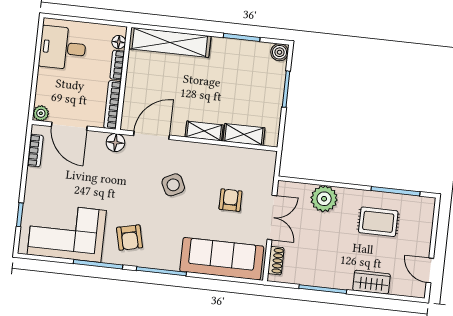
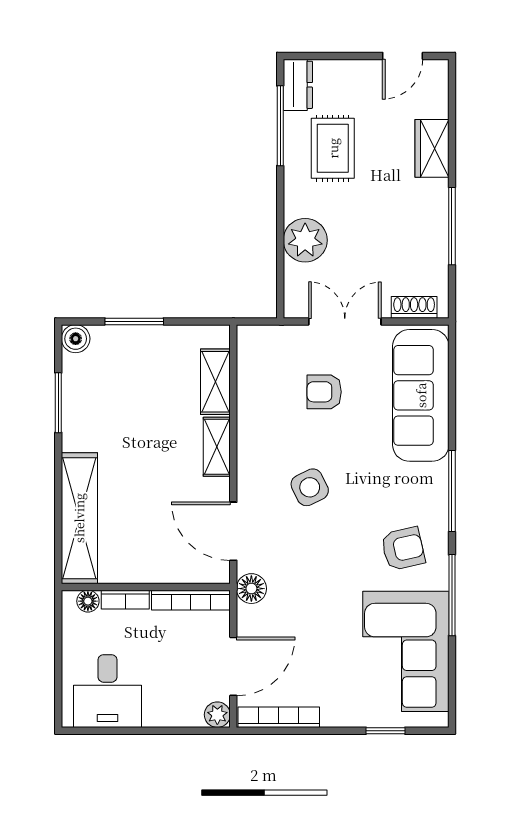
bookcase: (35, 151) -> (279, 717), width x1.56
dresser: (419, 205) -> (298, 85), added

